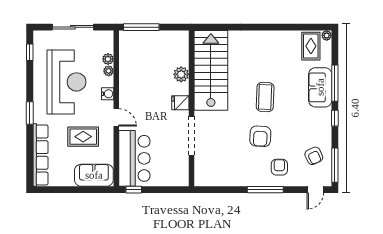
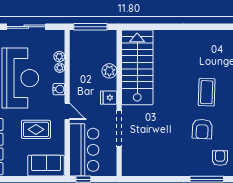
stairs: (211, 70) -> (137, 67), moved
plant: (181, 74) -> (109, 71), moved
fridge: (180, 103) -> (109, 98), moved
wall: (192, 108) -> (119, 103), moved
doorway: (192, 136) -> (119, 128), moved

